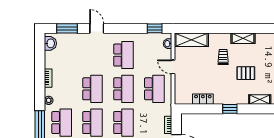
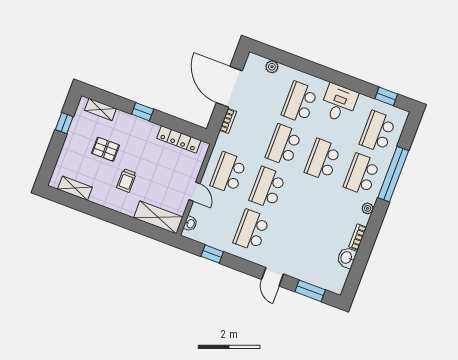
window: (155, 28) -> (212, 254), moved
shelving: (243, 38) -> (75, 188), moved
washbasin: (50, 43) -> (347, 258), moved
school desk: (93, 89) -> (307, 202), removed
locker: (203, 99) -> (179, 139), width x1.53

